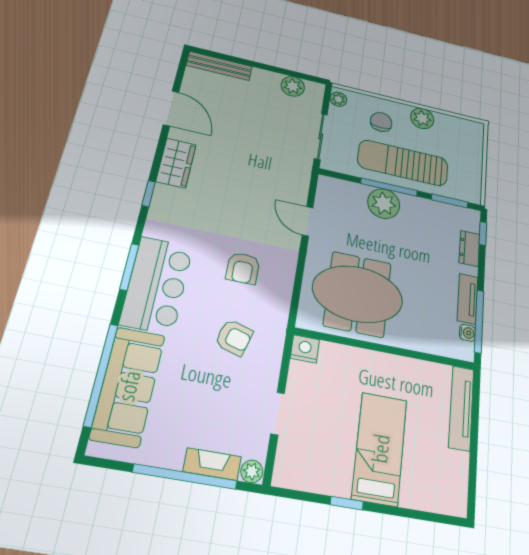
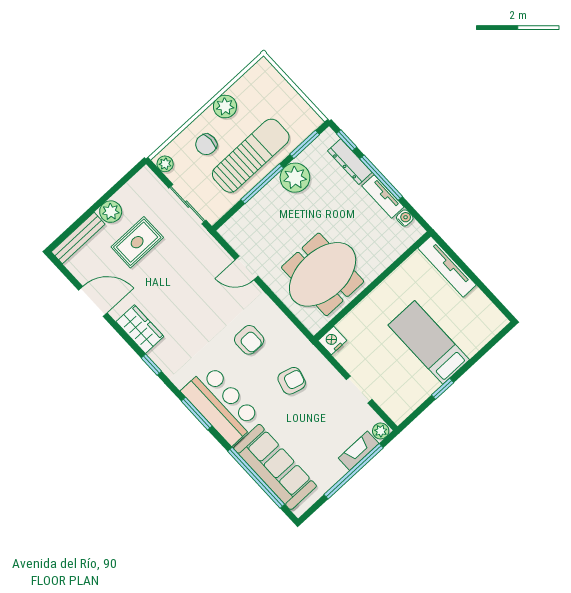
plant: (293, 86) -> (111, 212), moved
rug: (254, 115) -> (137, 242), added
chair: (381, 122) -> (206, 144), turned -90
sun lounger: (403, 163) -> (251, 156), turned 180
plant: (384, 204) -> (295, 178), moved
dresser: (469, 248) -> (350, 162), width x1.44
window: (479, 321) -> (381, 178), moved

